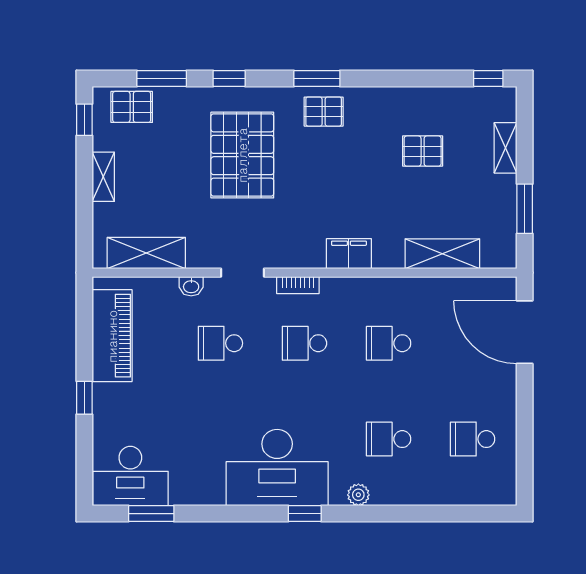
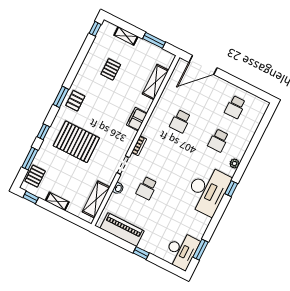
school desk: (304, 343) -> (164, 155), removed

